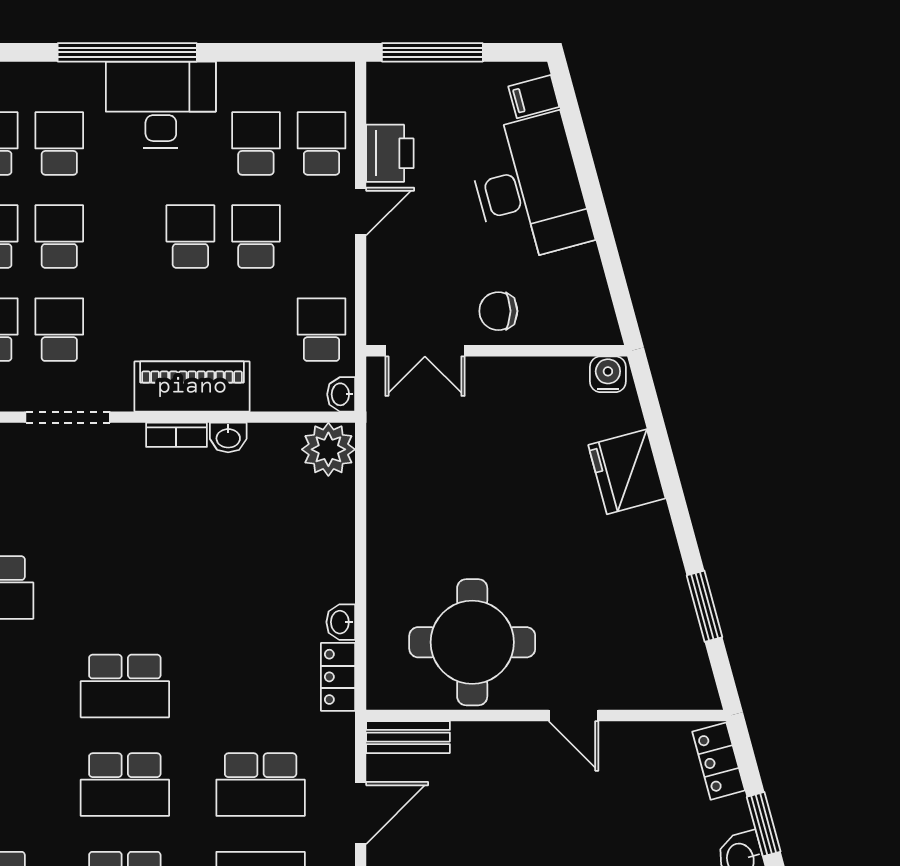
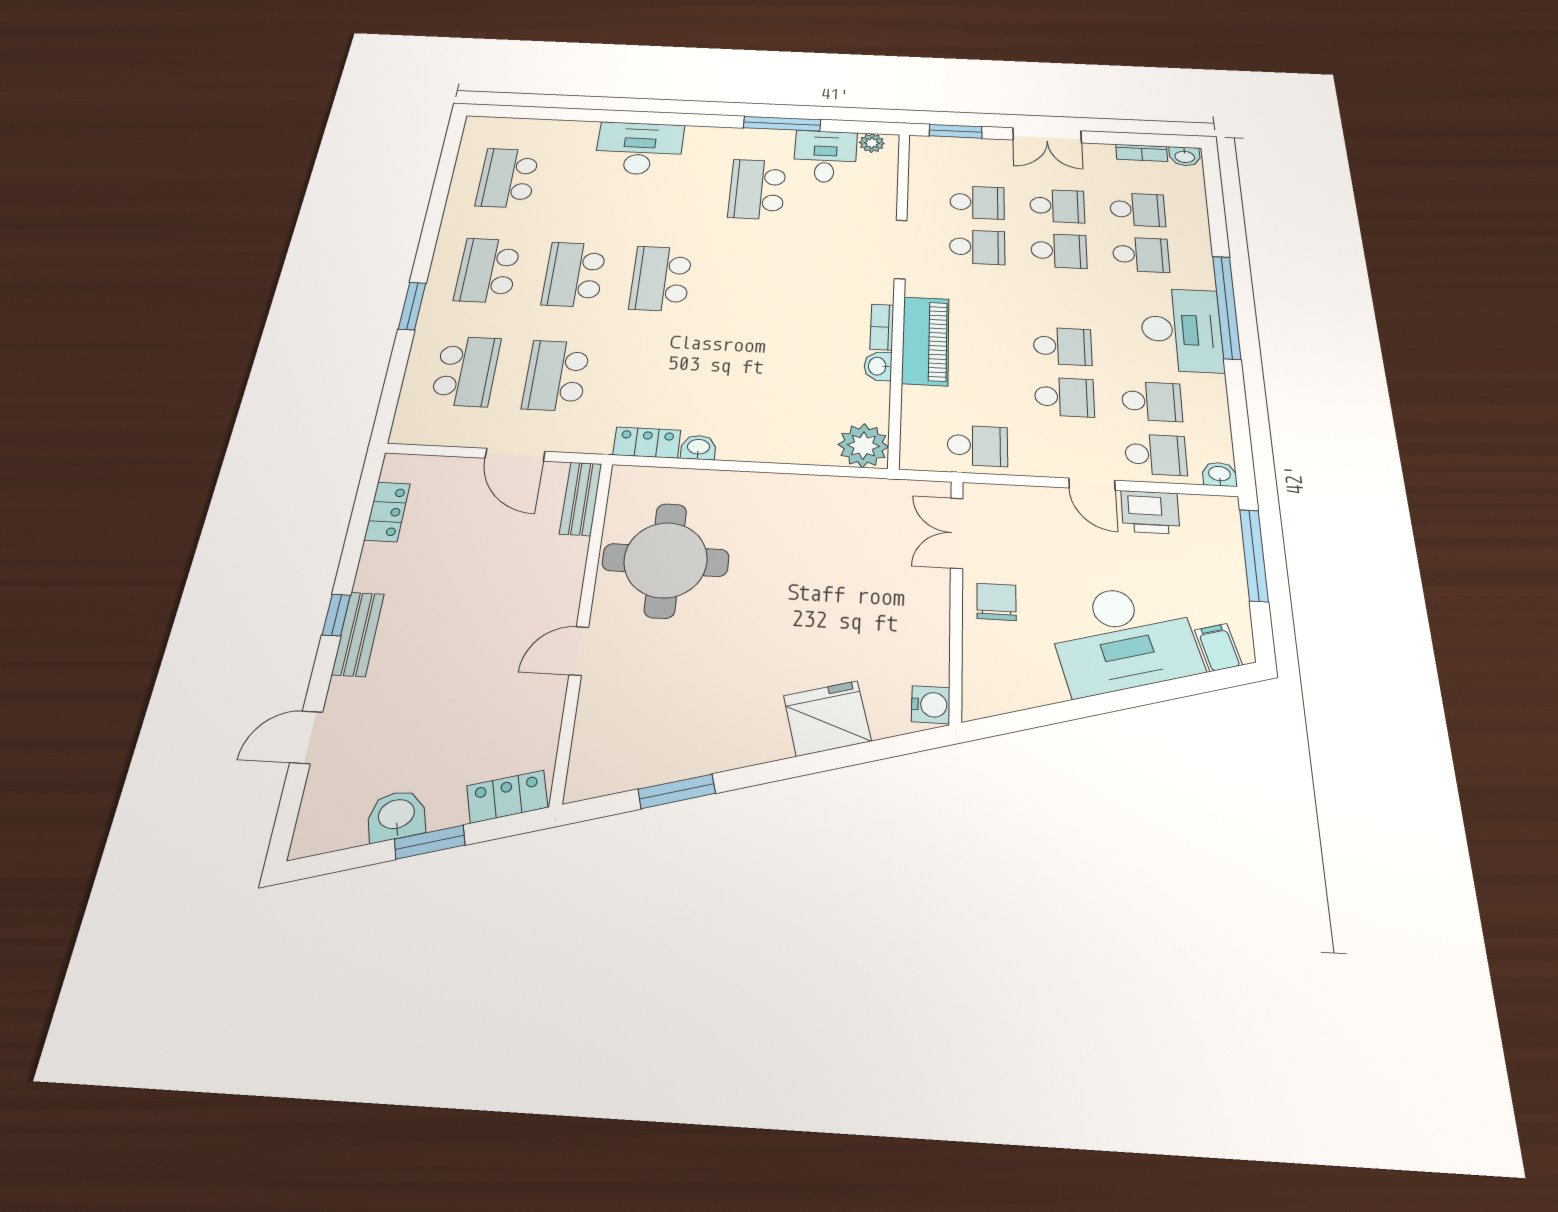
washbasin: (341, 394) -> (1220, 474), moved

